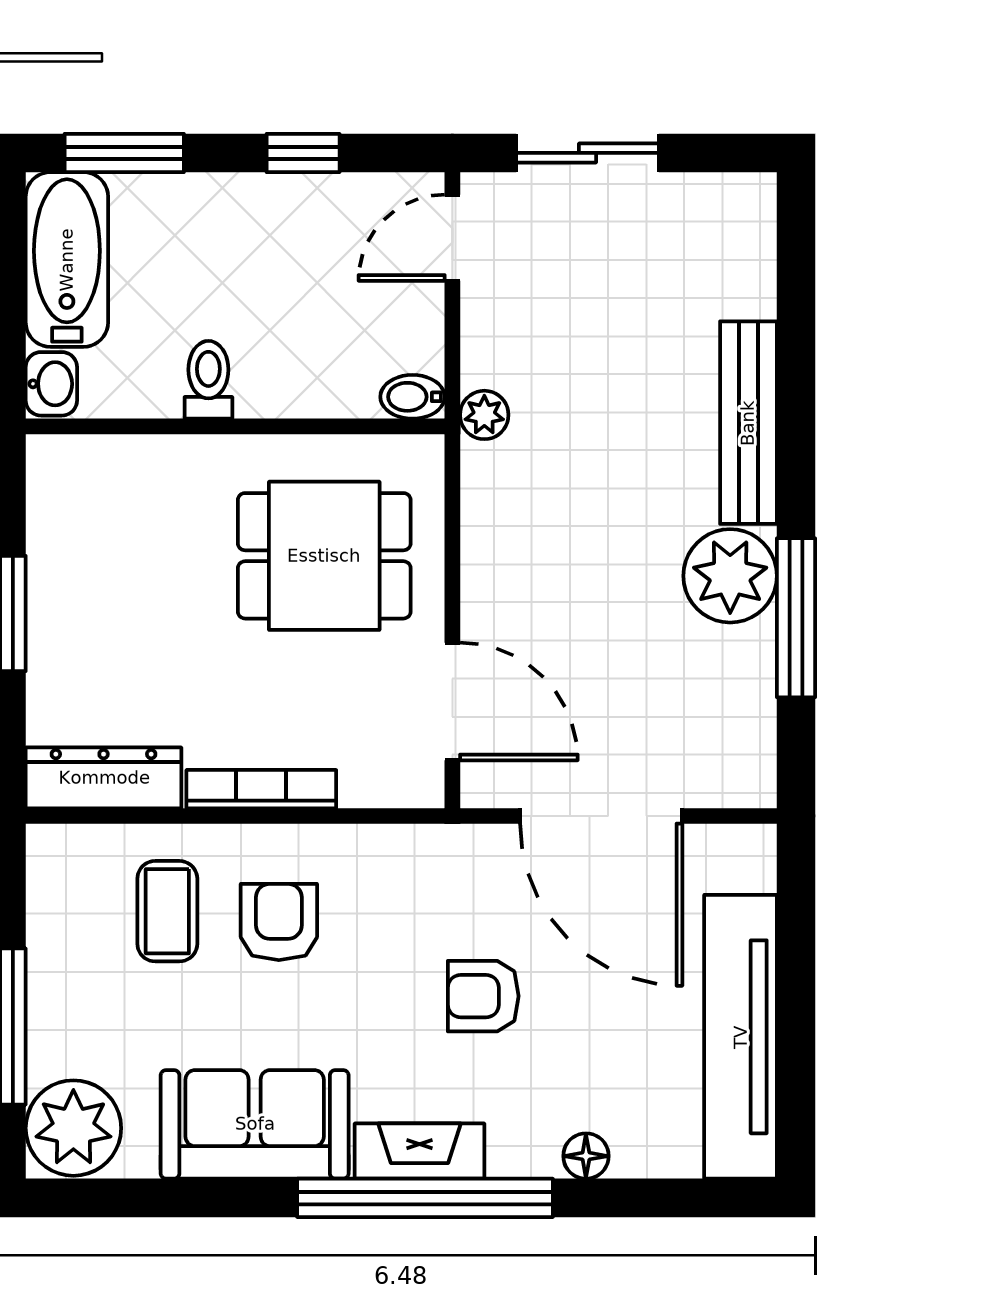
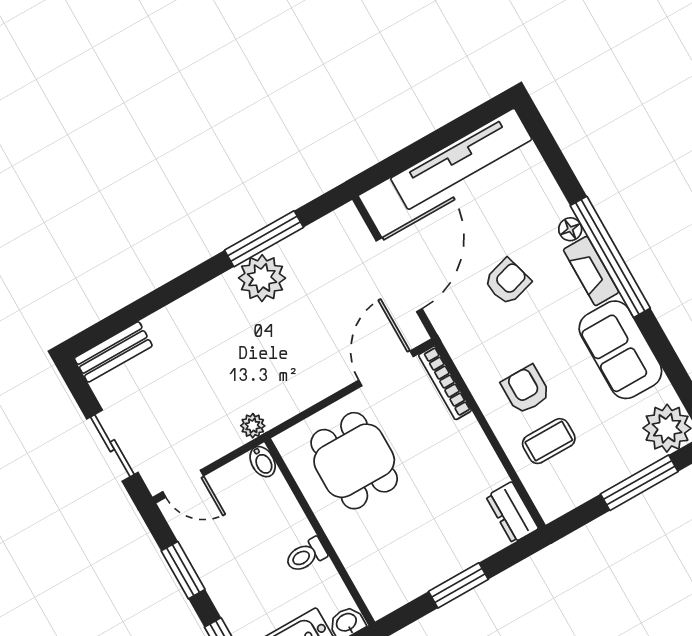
window: (303, 153) -> (183, 570), width x1.50
bench: (748, 423) -> (113, 352), moved, width x0.73
dresser: (104, 778) -> (512, 512), width x0.70
bookcase: (261, 789) -> (445, 383), moved
armchair: (279, 922) -> (526, 390), turned 90
armchair: (483, 996) -> (507, 282), turned -106
floor lamp: (586, 1156) -> (570, 229), moved

